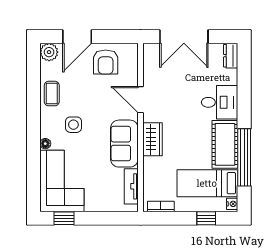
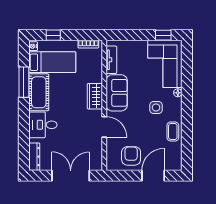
plant: (49, 52) -> (175, 164), removed
dresser: (231, 56) -> (34, 157), width x1.44
window: (244, 157) -> (24, 82), width x0.68

